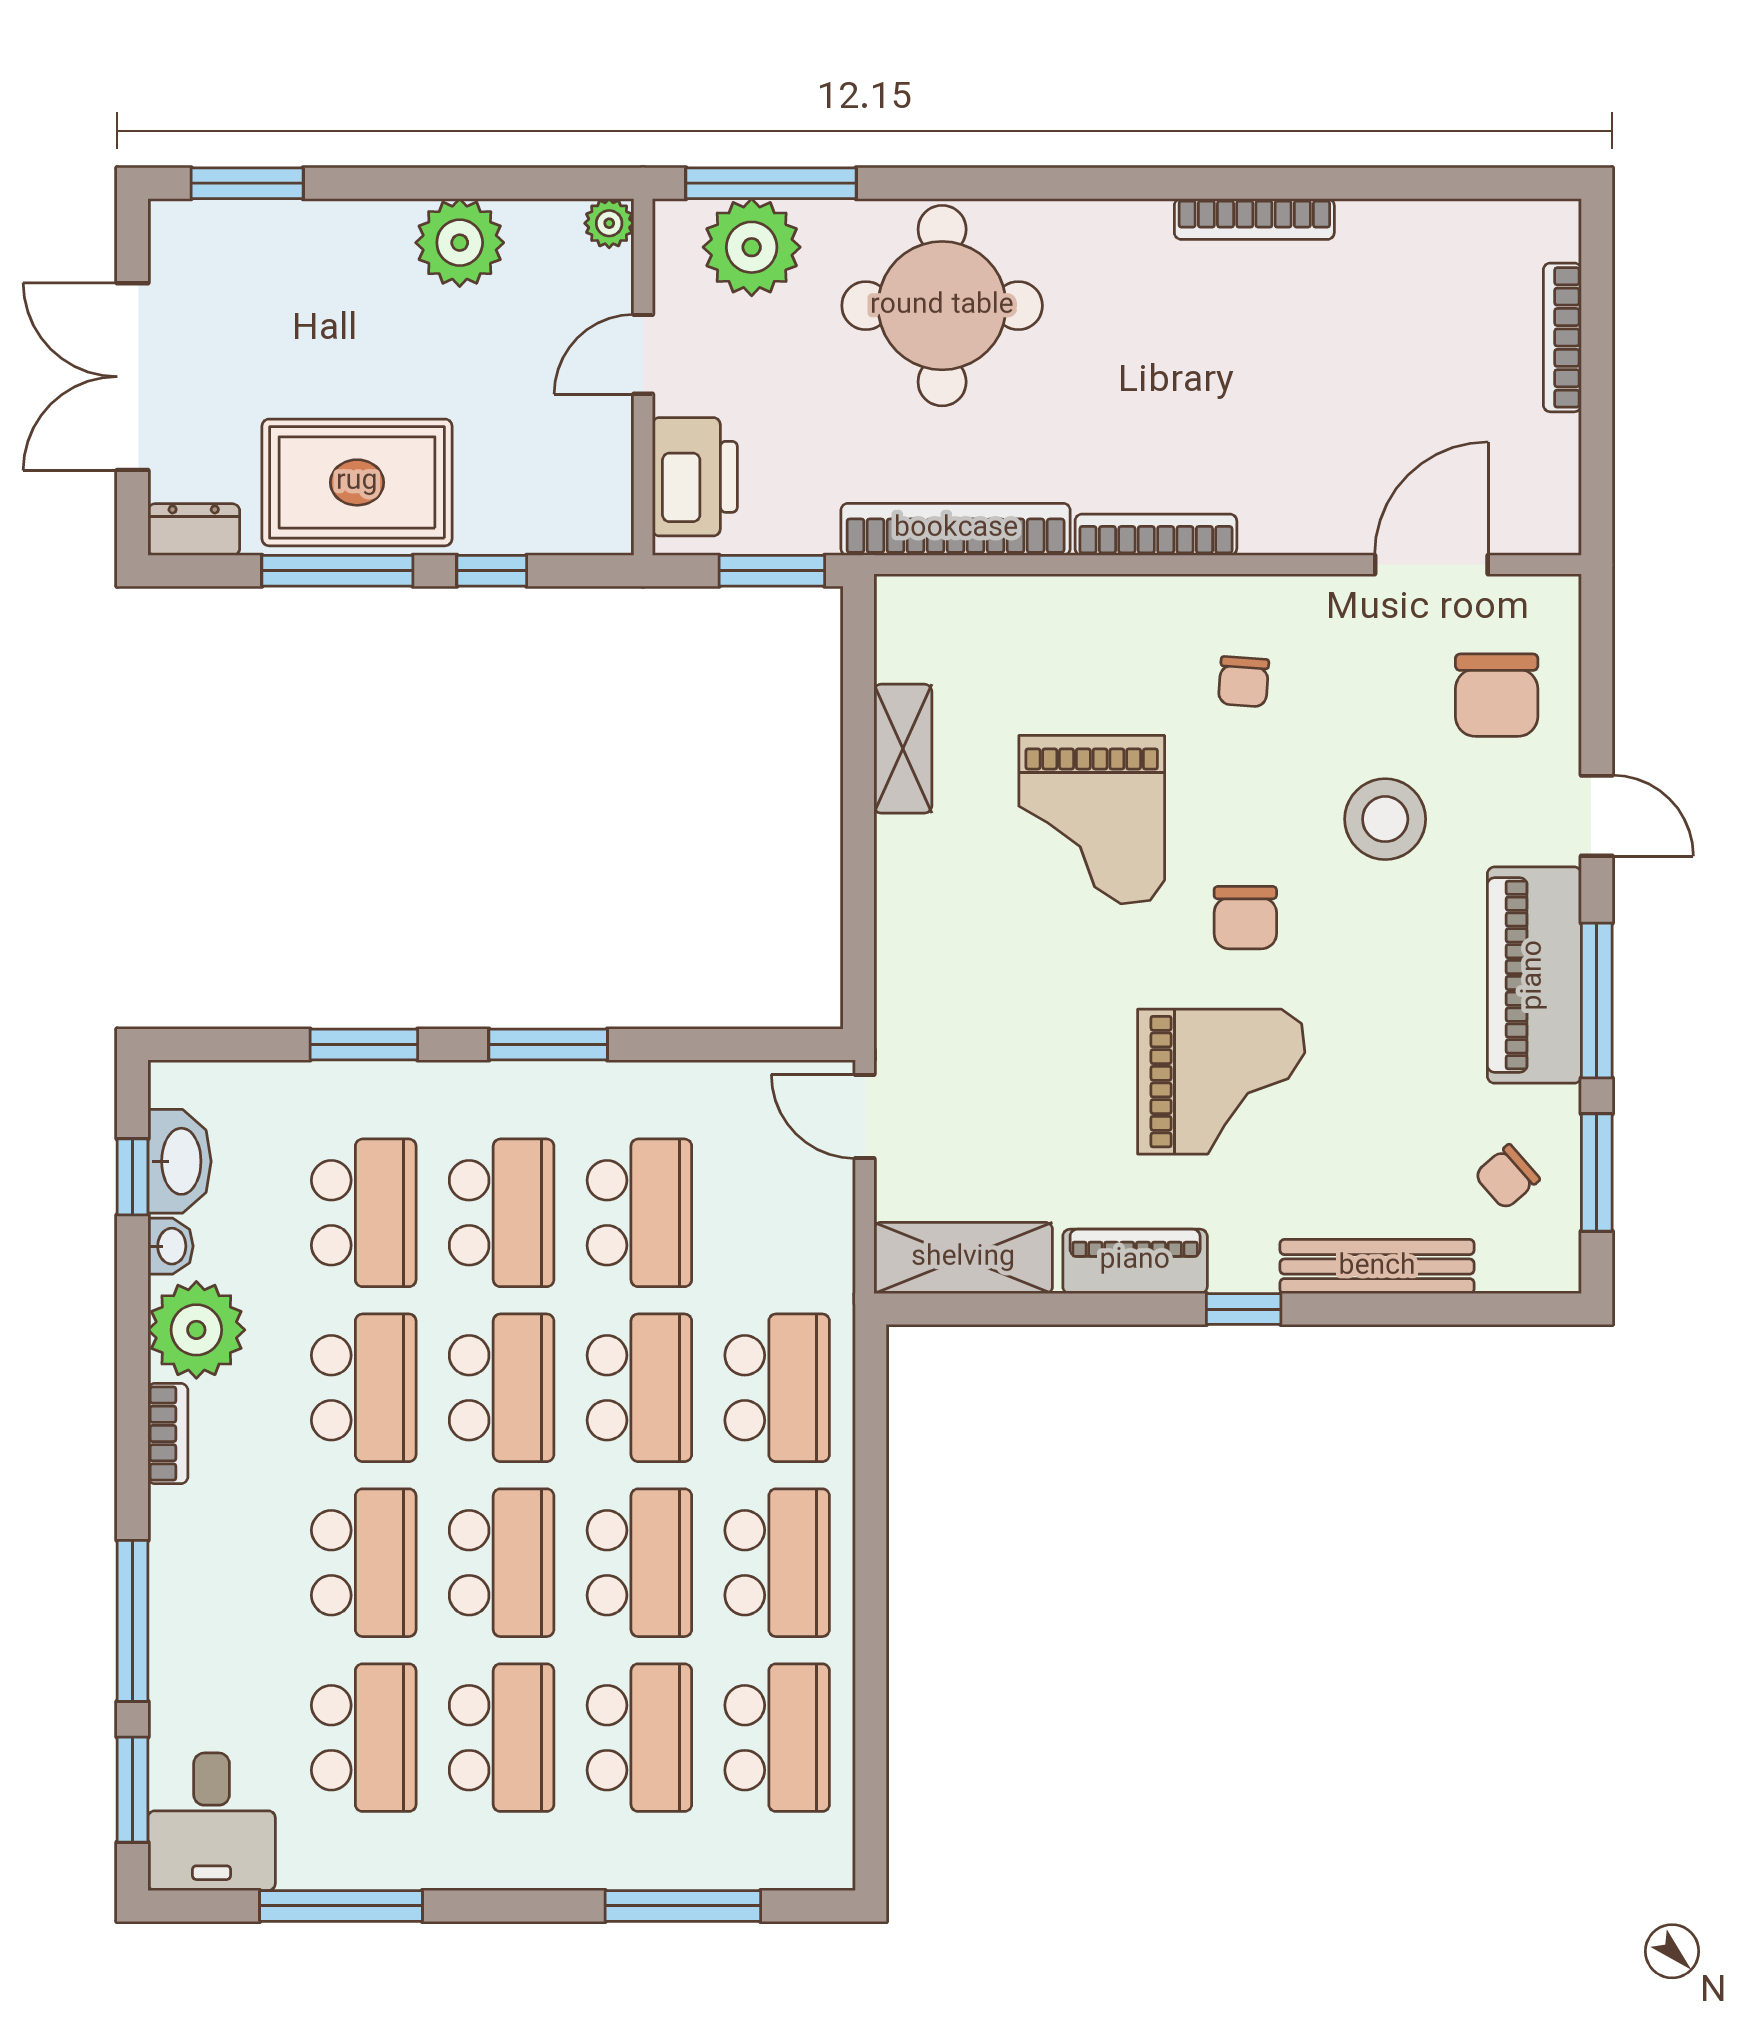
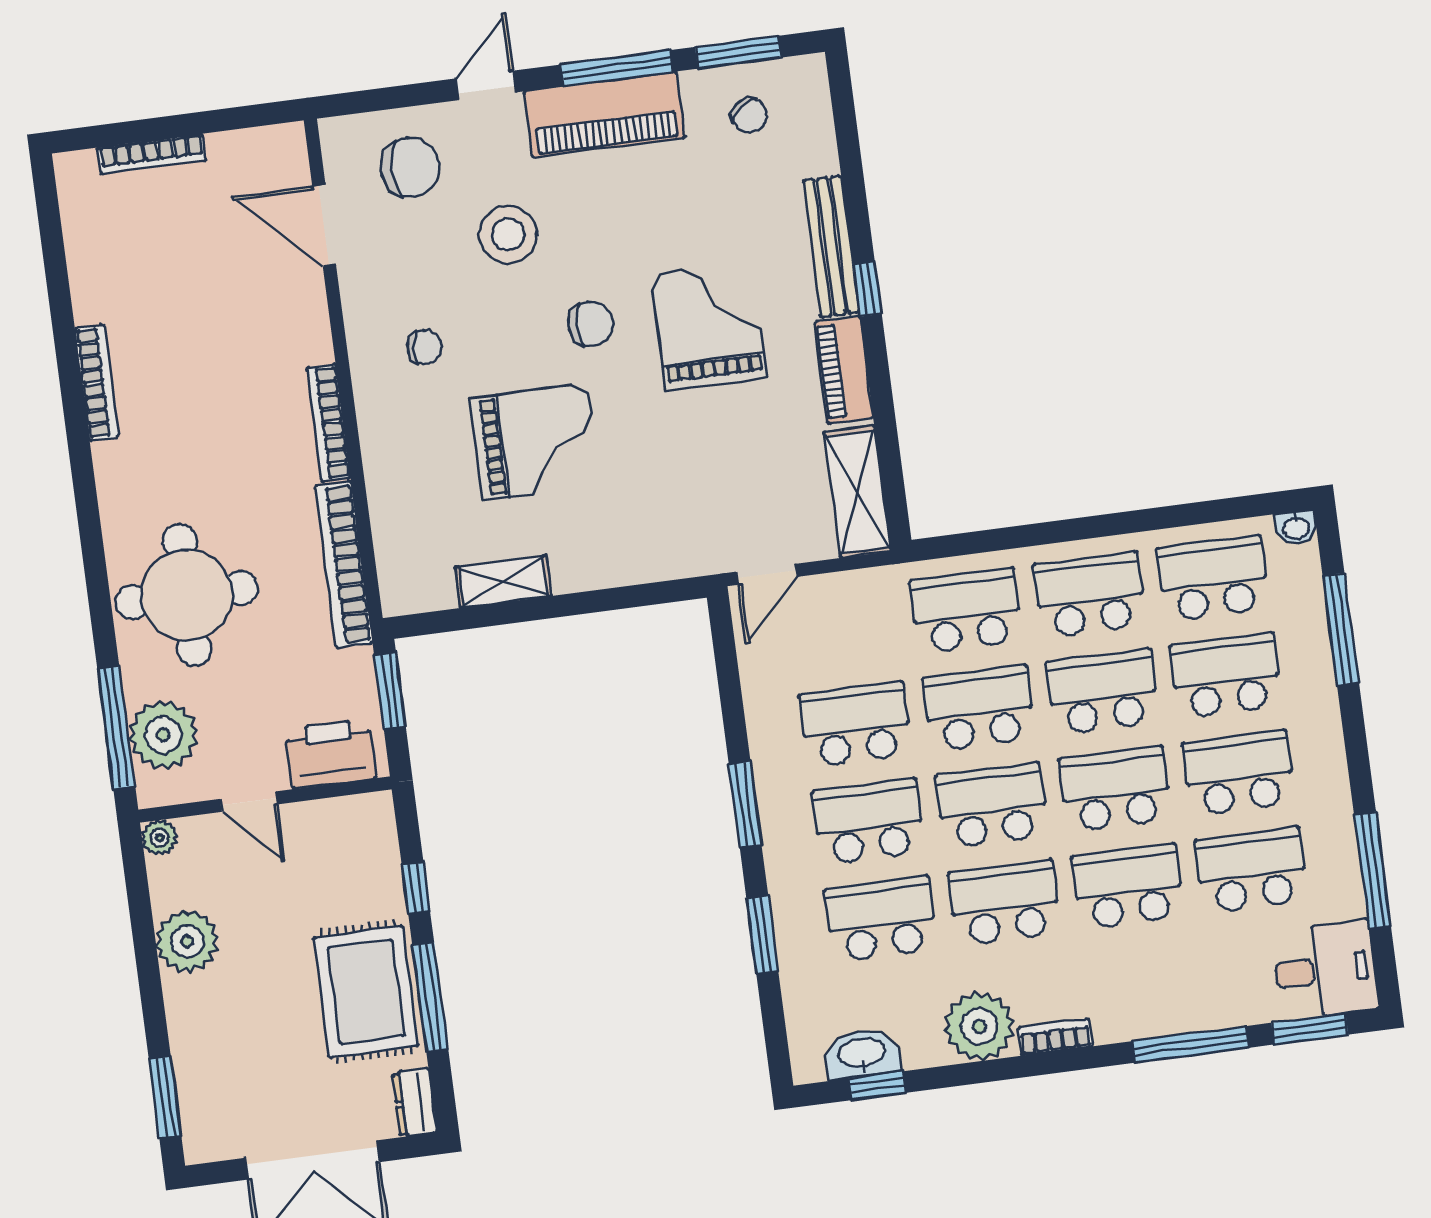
washbasin: (170, 1246) -> (1296, 528), moved, turned 180
bench: (1377, 1267) -> (831, 246), moved

